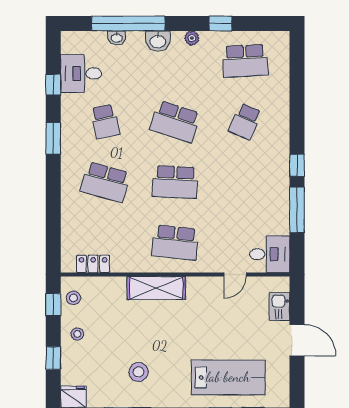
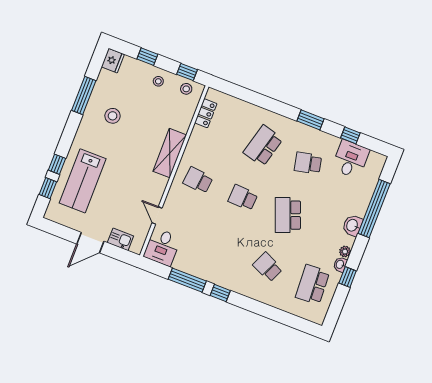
washbasin: (117, 38) -> (340, 264), moved
school desk: (175, 122) -> (288, 215), turned -39
school desk: (175, 182) -> (243, 198), width x0.54
school desk: (175, 243) -> (198, 180), width x0.54

